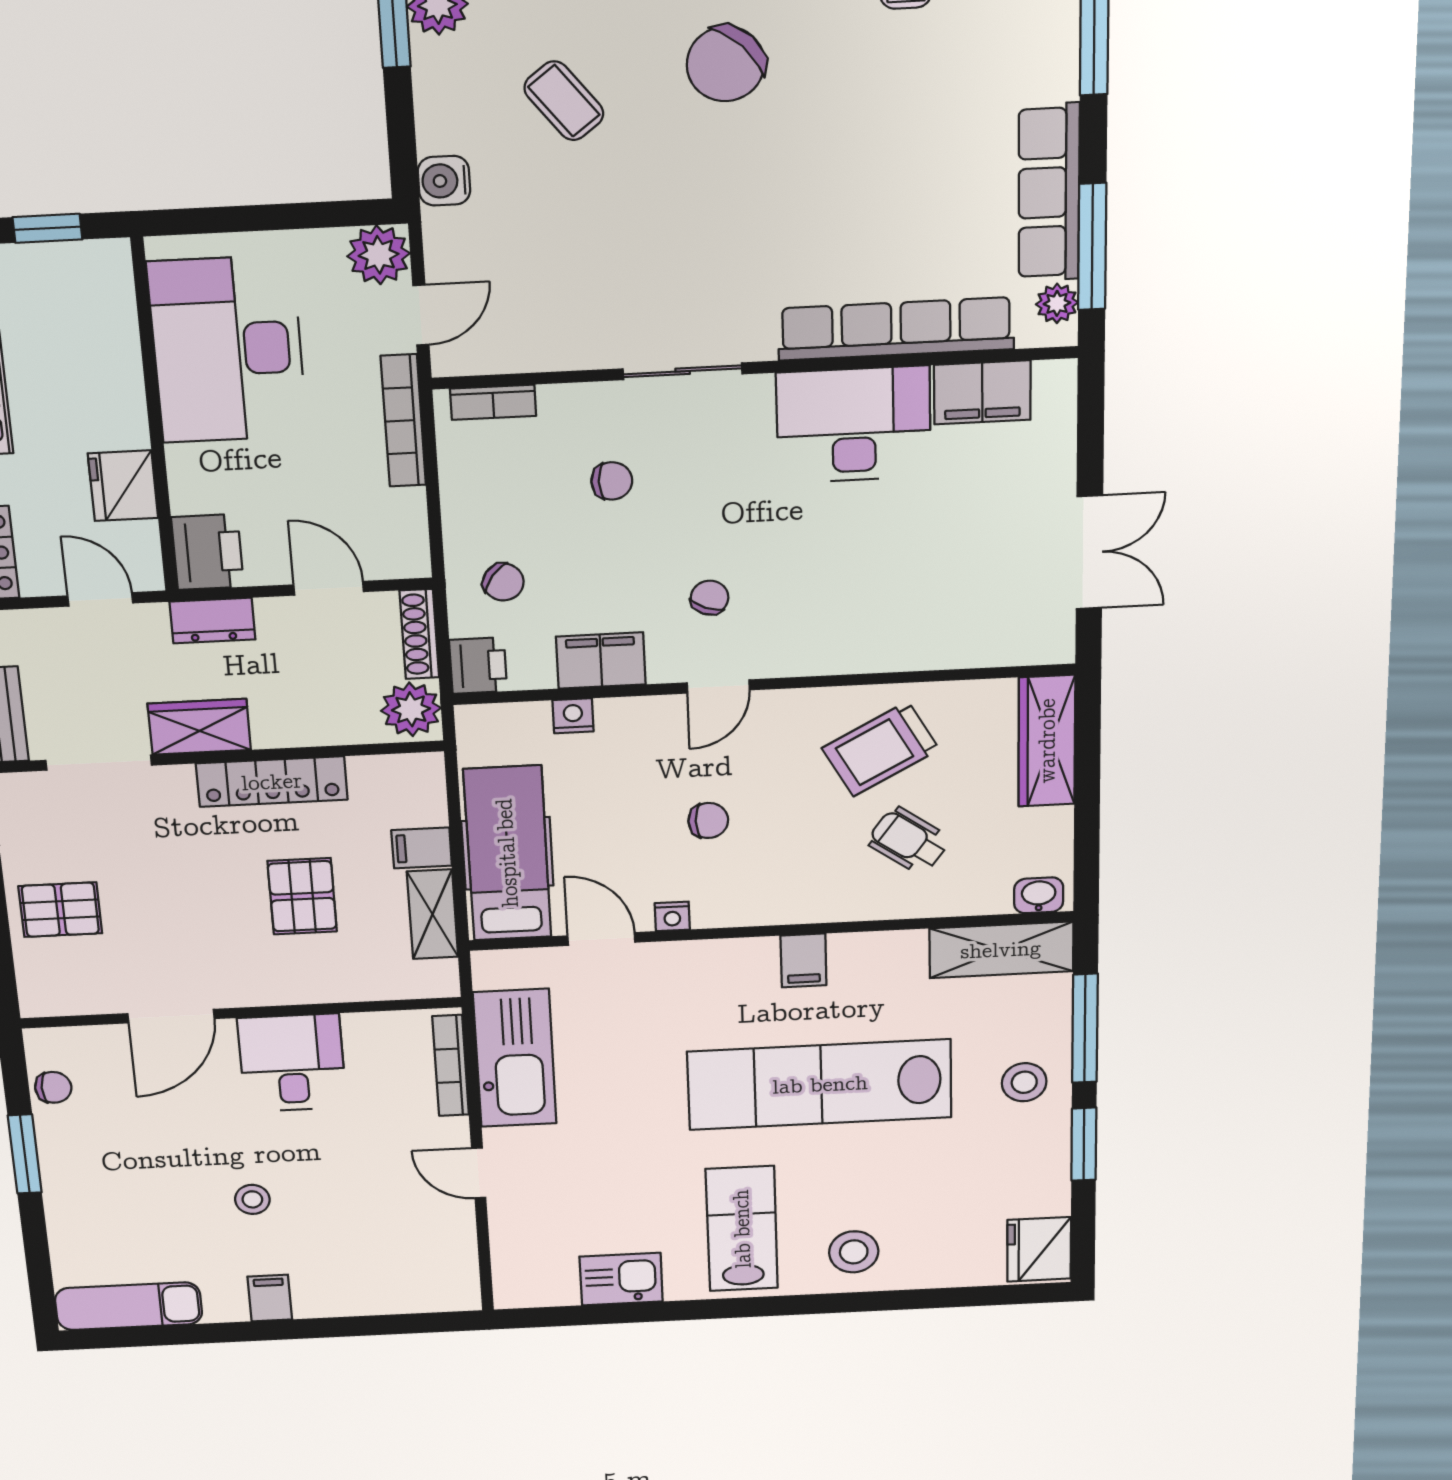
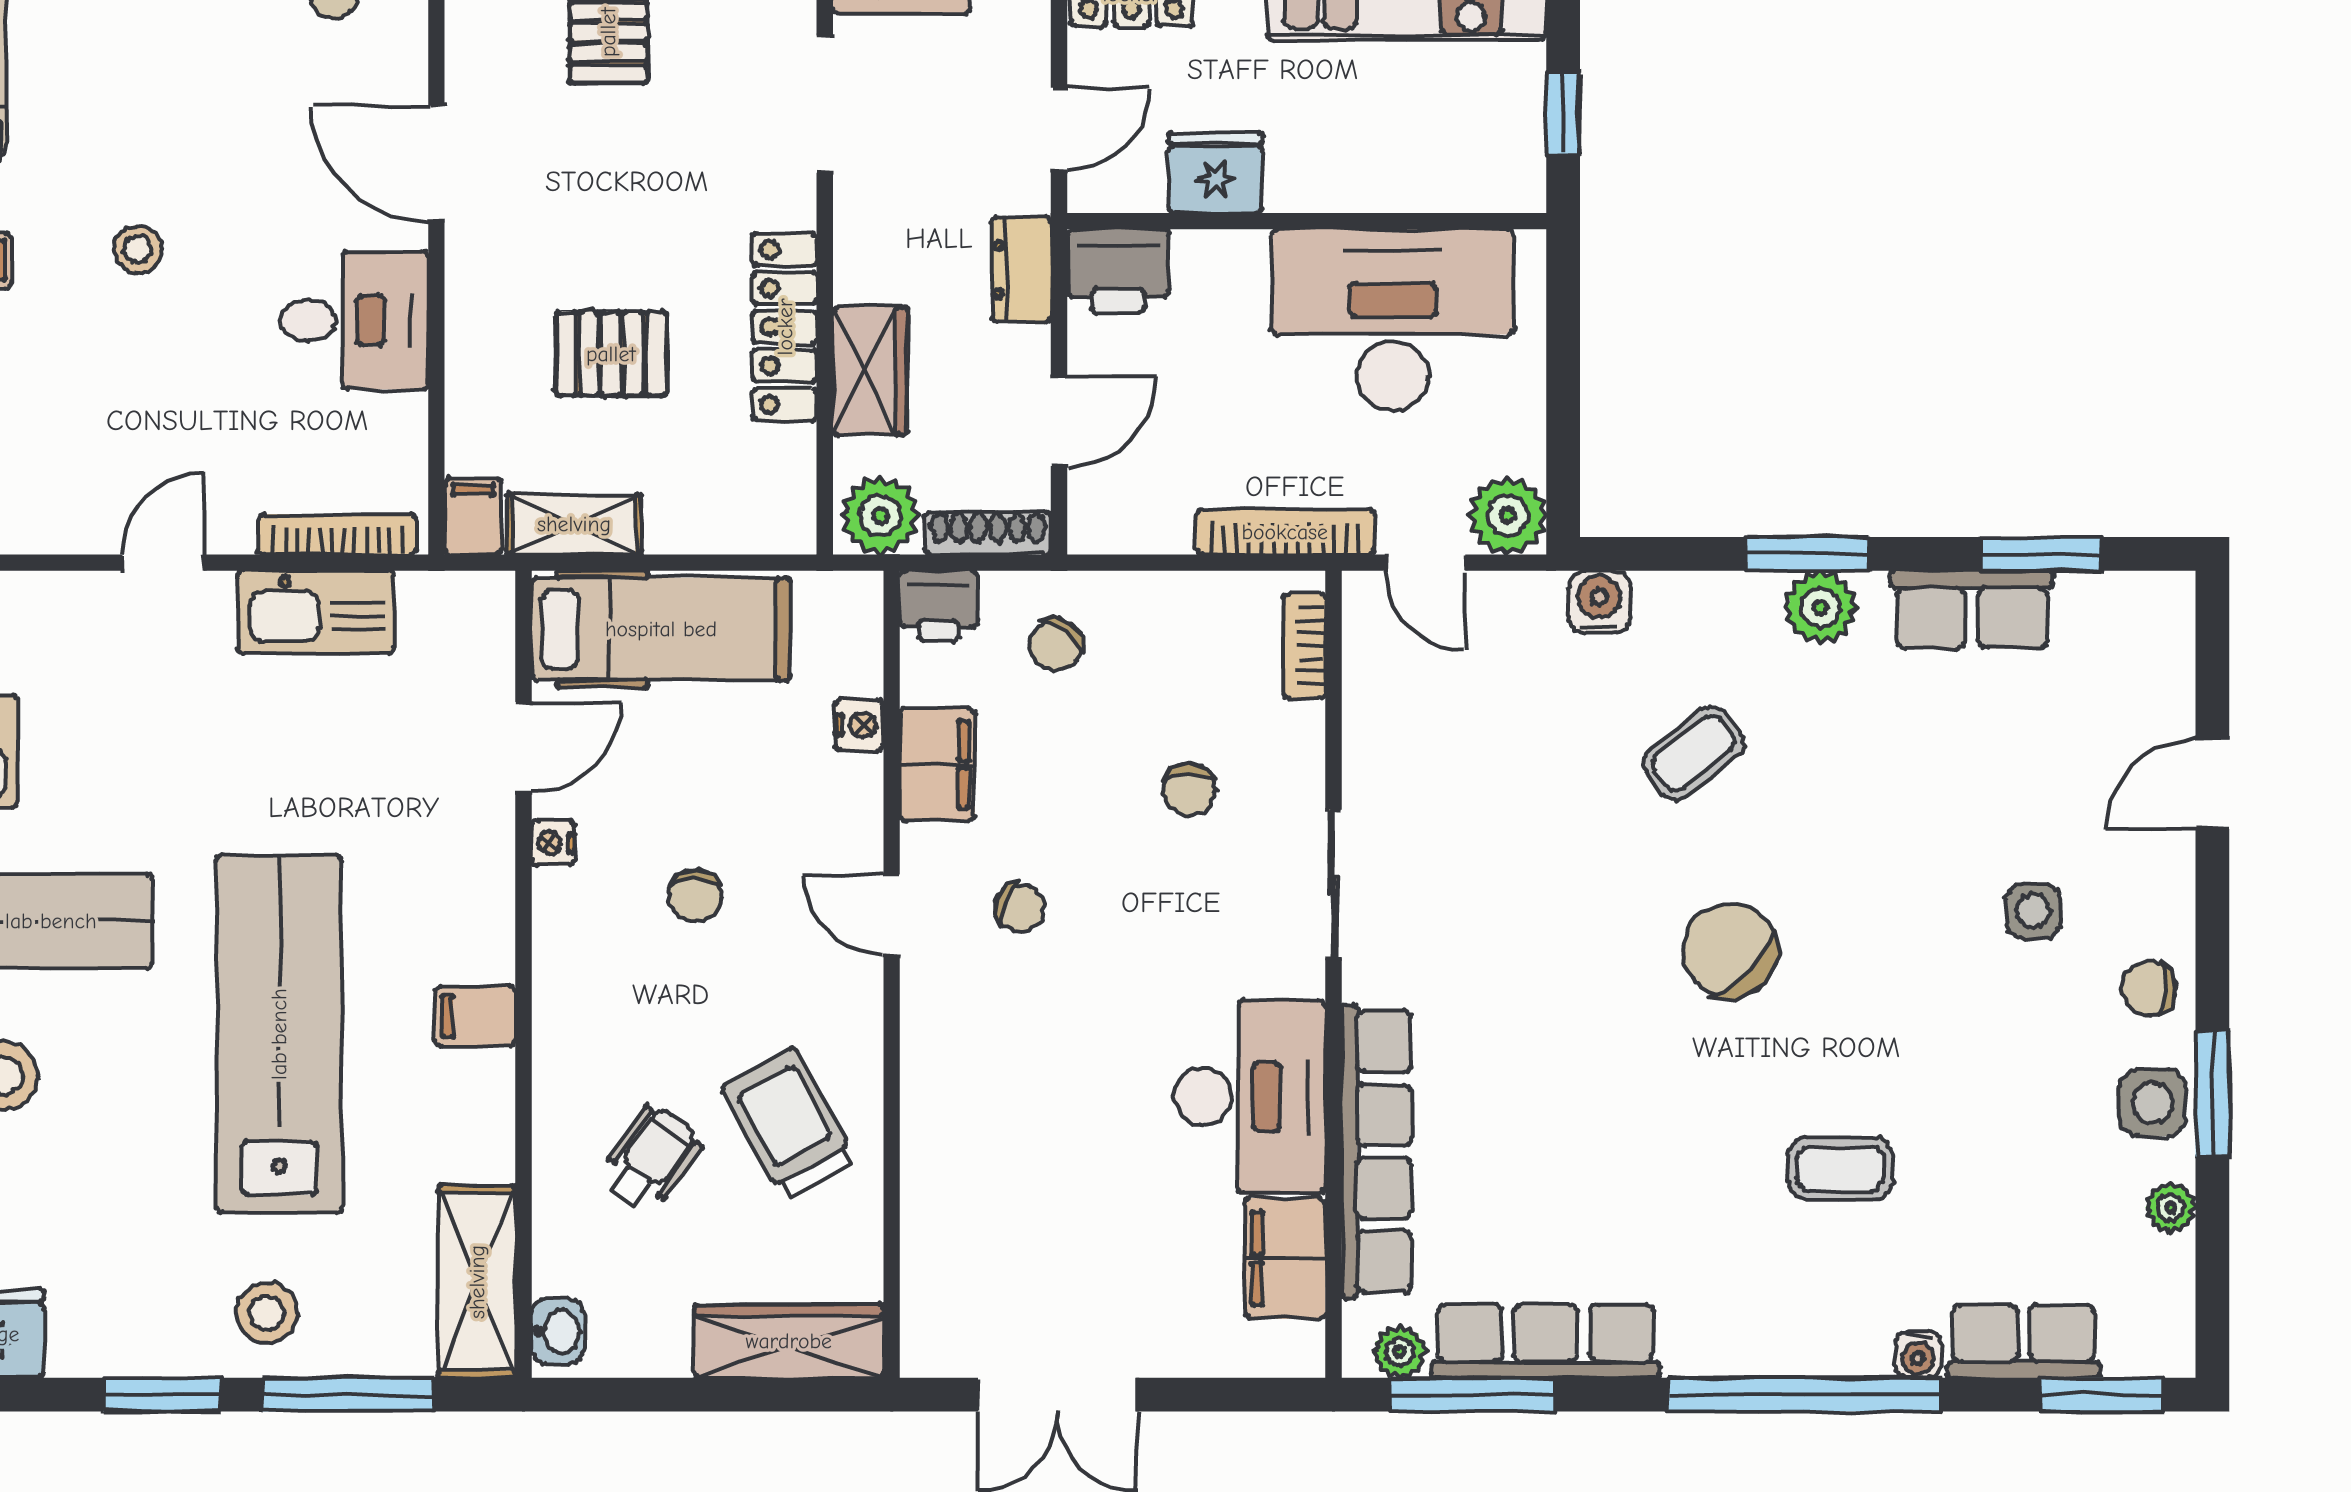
wardrobe: (199, 727) -> (870, 371), moved
filing cabinet: (422, 848) -> (473, 516), moved
kitchen sink: (515, 1058) -> (316, 612), width x0.73, depth x0.81

